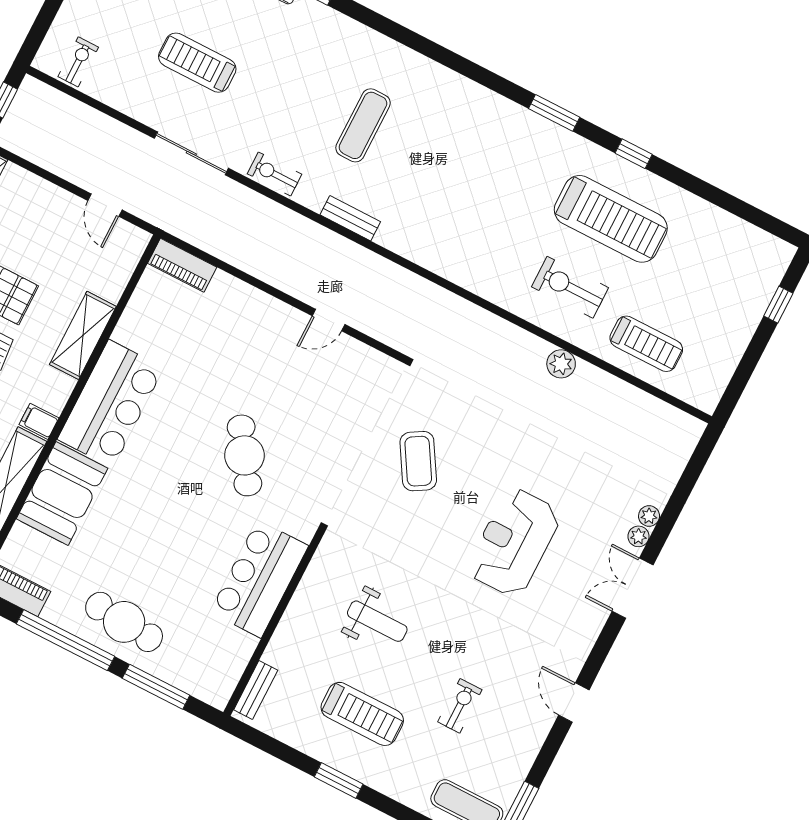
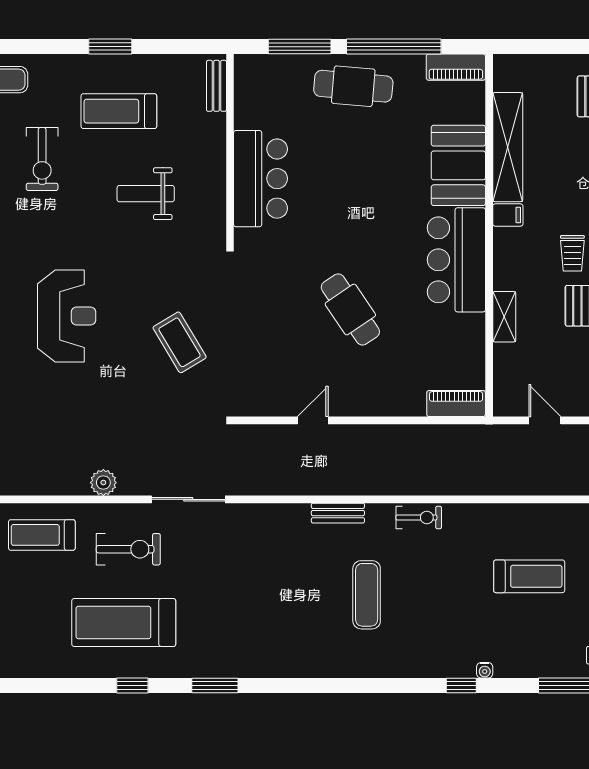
sliding door: (191, 153) -> (188, 499), moved
shelving: (83, 335) -> (504, 317), width x0.67, depth x0.75
cafe table: (244, 455) -> (350, 309), moved
exercise bike: (460, 706) -> (42, 159), width x1.38, depth x1.39

